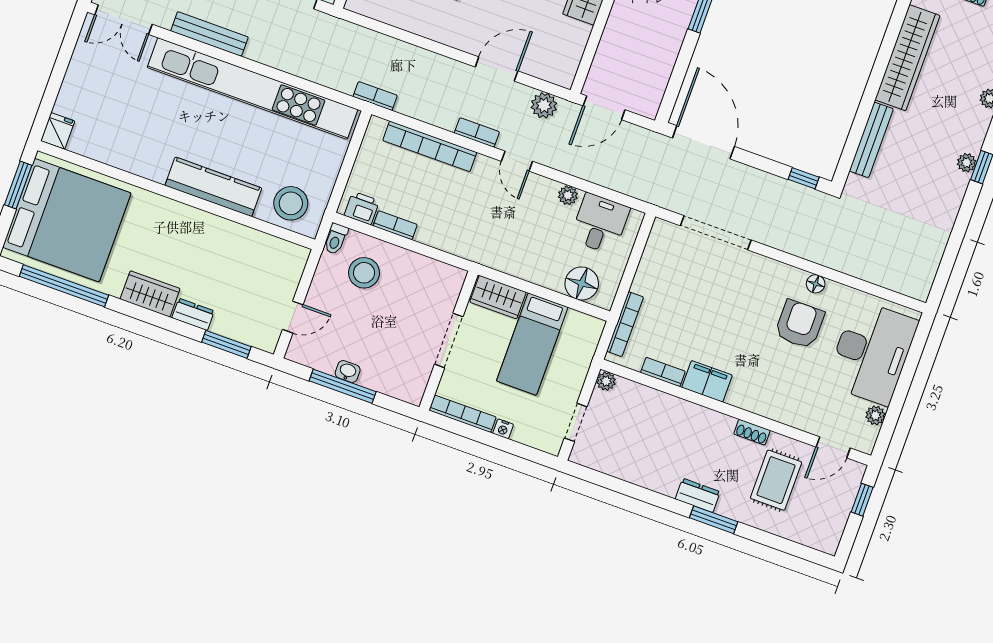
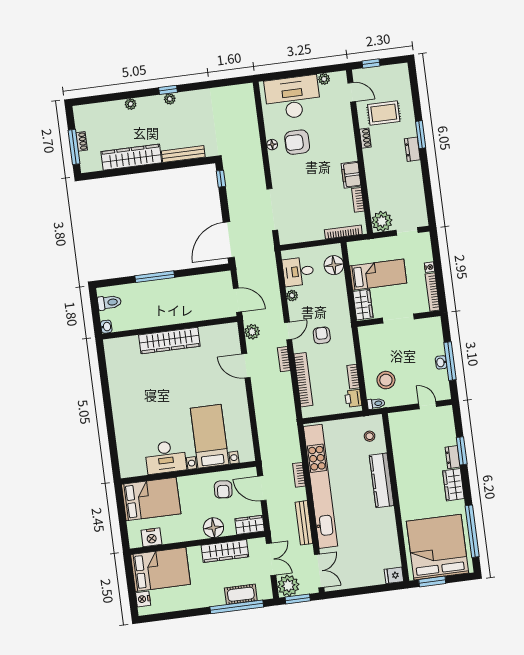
bookcase: (375, 96) -> (299, 475), moved
stool: (291, 203) -> (370, 436), width x0.53, depth x0.53
armchair: (483, 210) -> (322, 335), added
window: (226, 344) -> (462, 451), moved
plant: (606, 381) -> (382, 221), width x1.87, depth x1.87

